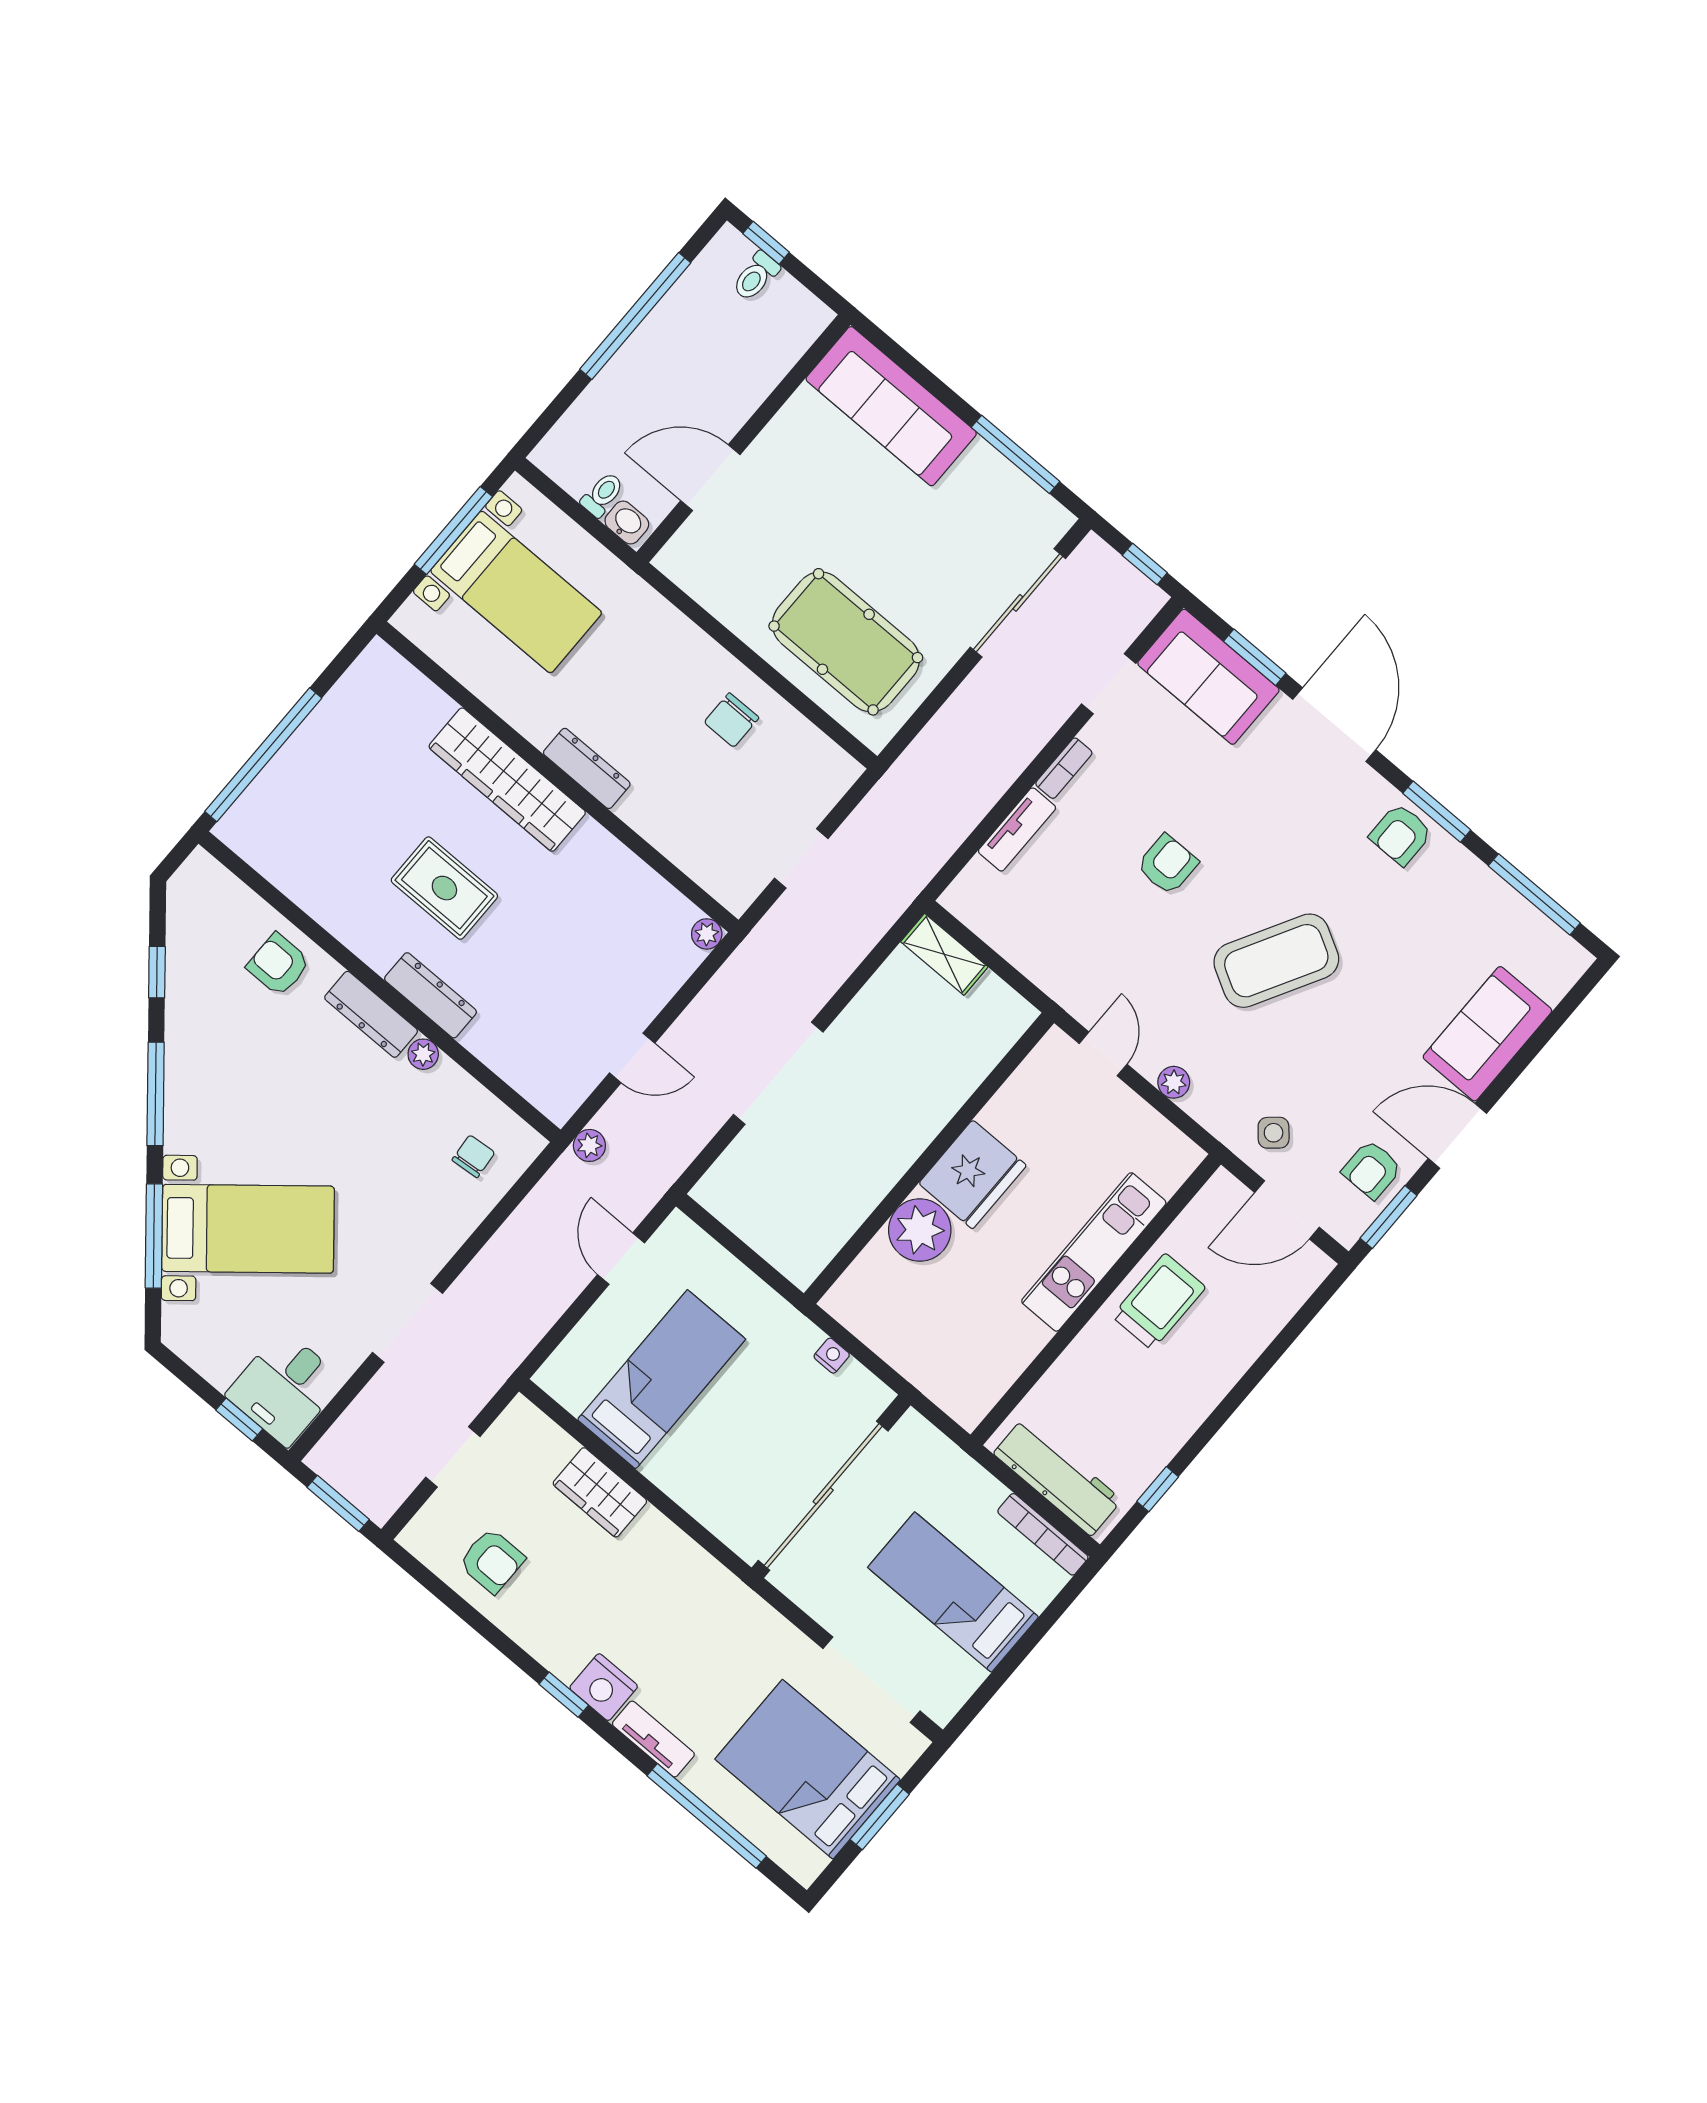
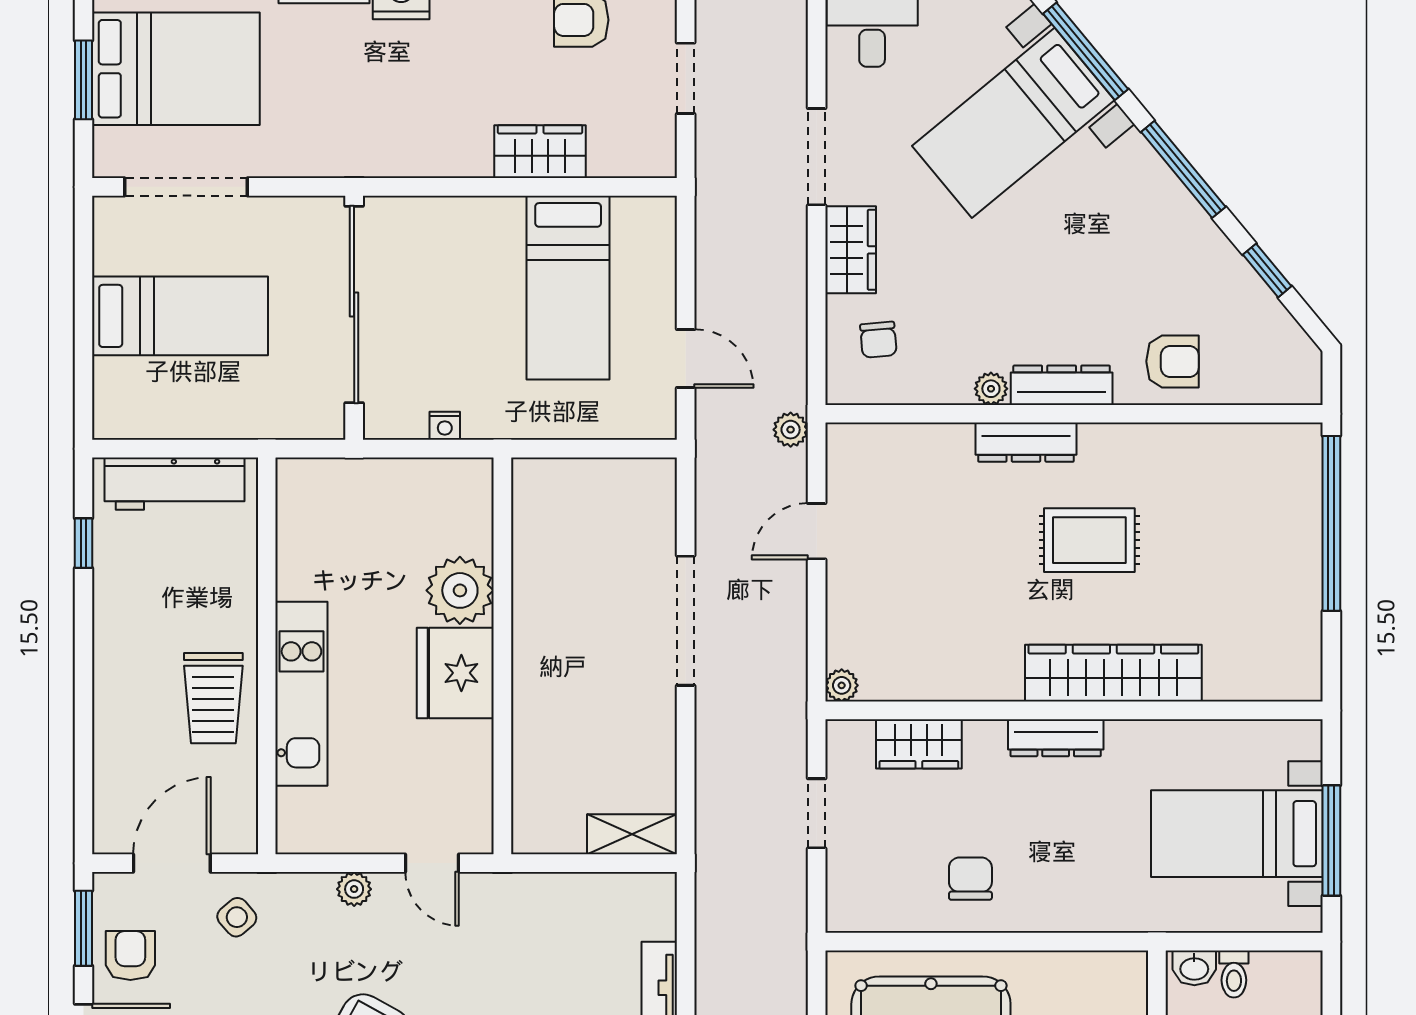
wardrobe: (687, 846) -> (919, 744), added
wardrobe: (439, 1237) -> (851, 250), added
bookcase: (1043, 1534) -> (146, 426), removed

